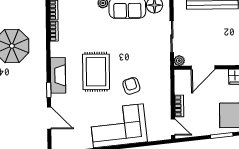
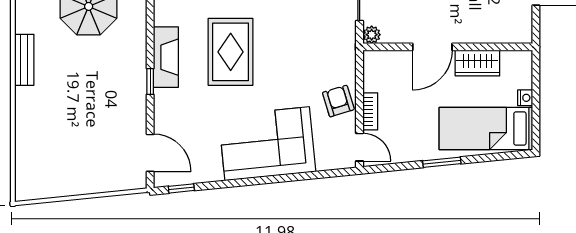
door: (203, 67) -> (432, 47), moved
armchair: (131, 86) -> (338, 101), moved
door: (49, 118) -> (150, 153), moved

